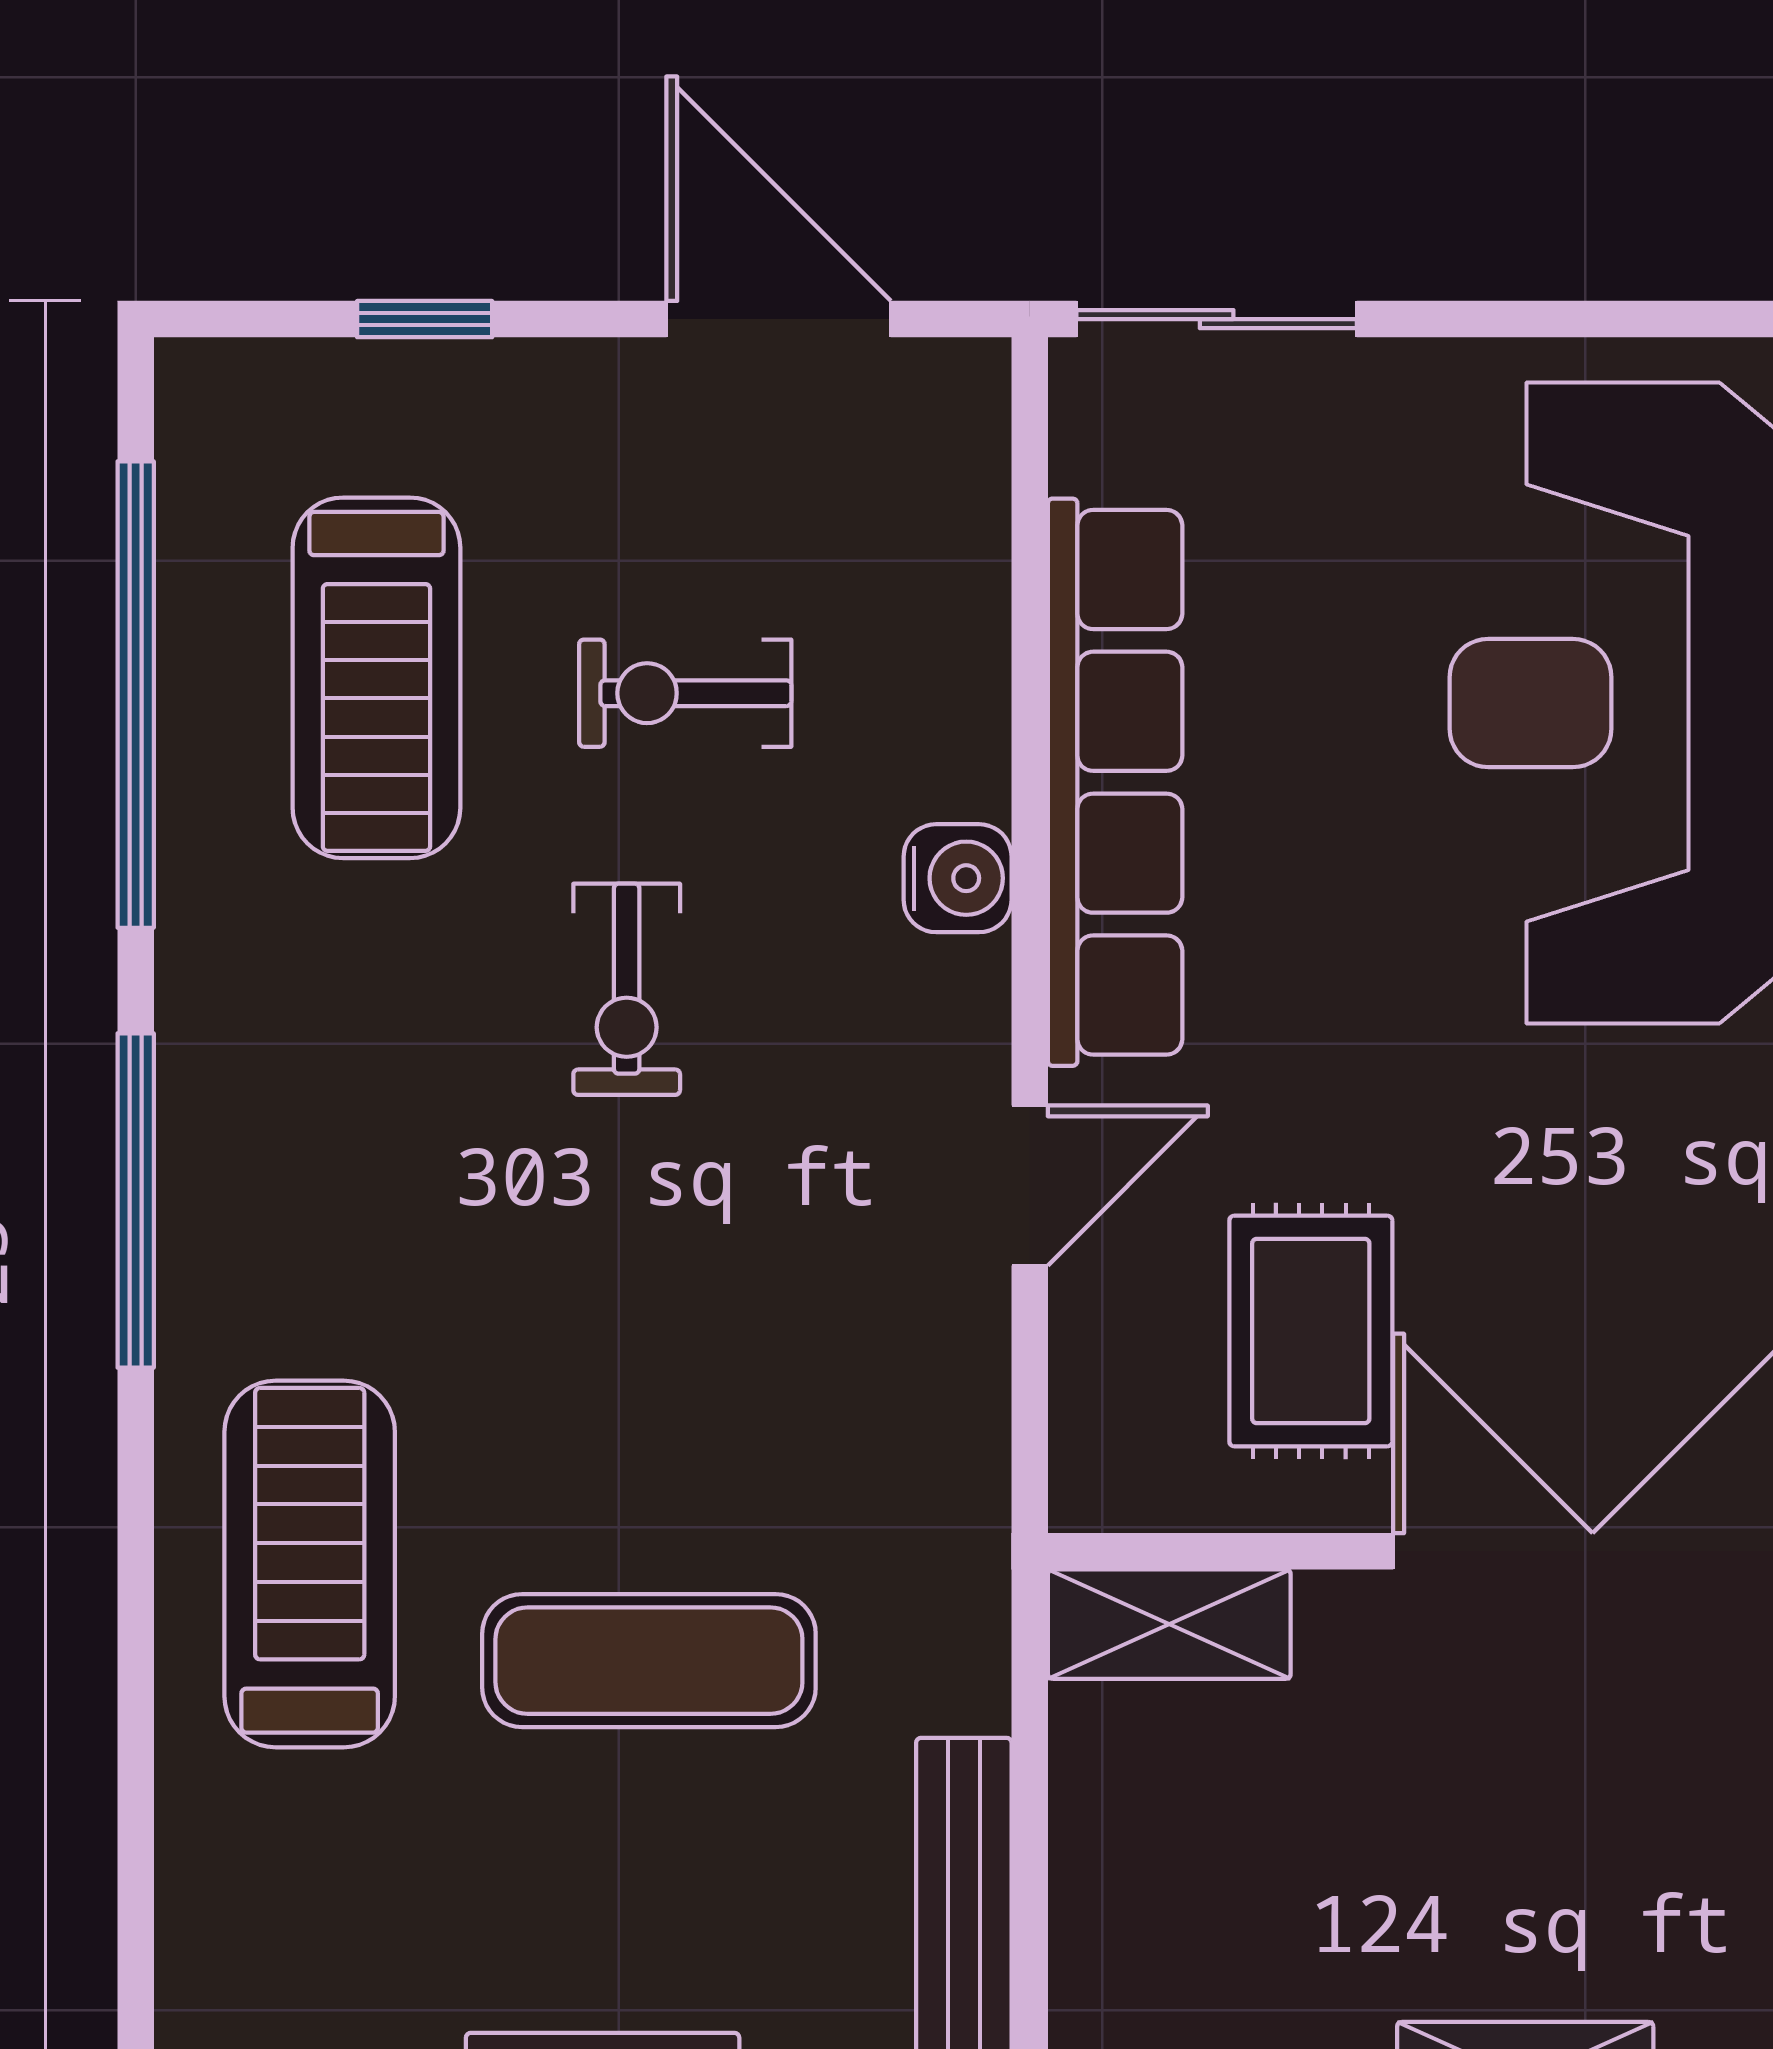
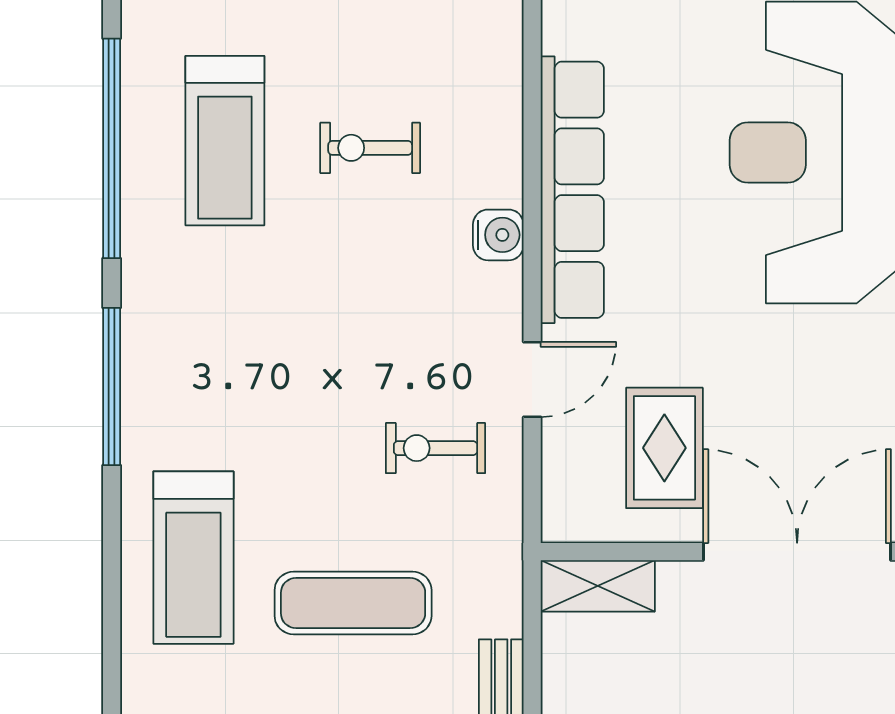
exercise bike: (627, 989) -> (436, 448), moved, turned 90
treadmill: (310, 1564) -> (193, 558), turned 180

